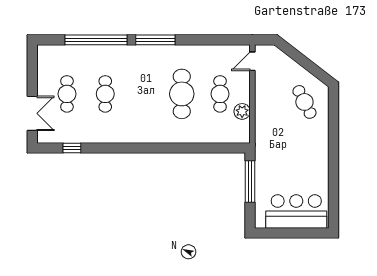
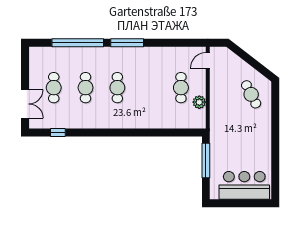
cafe table: (182, 94) -> (117, 88), moved, width x0.73, depth x0.74

